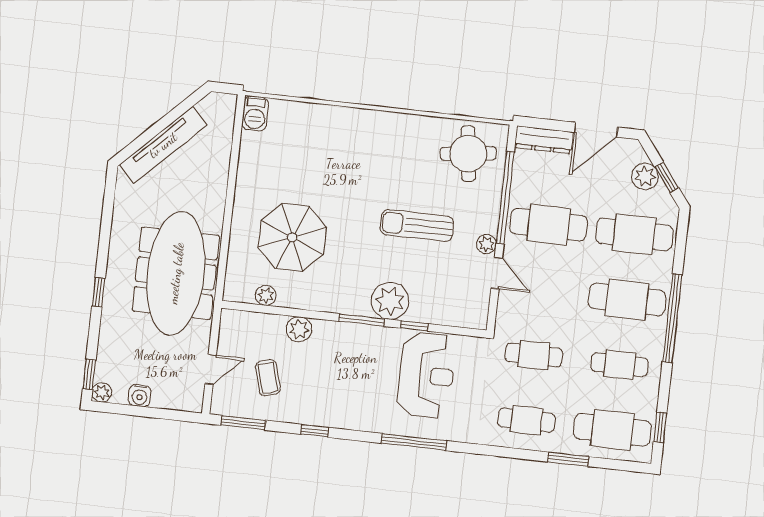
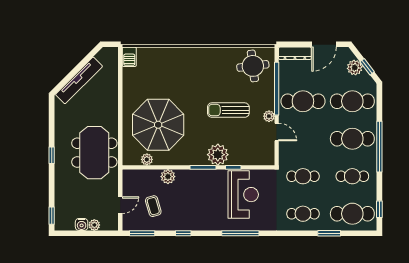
parasol: (292, 237) -> (158, 125), width x1.36, depth x1.36
meeting table: (176, 273) -> (94, 153), width x0.73
window: (98, 292) -> (52, 155), moved
plant: (102, 392) -> (94, 225), moved

